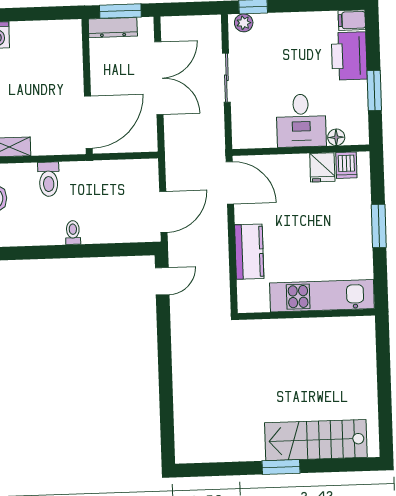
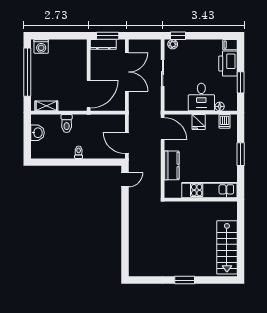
fridge: (322, 167) -> (199, 122), moved
door: (163, 212) -> (127, 143), swing flipped
stairs: (316, 440) -> (227, 247), moved, turned -90

